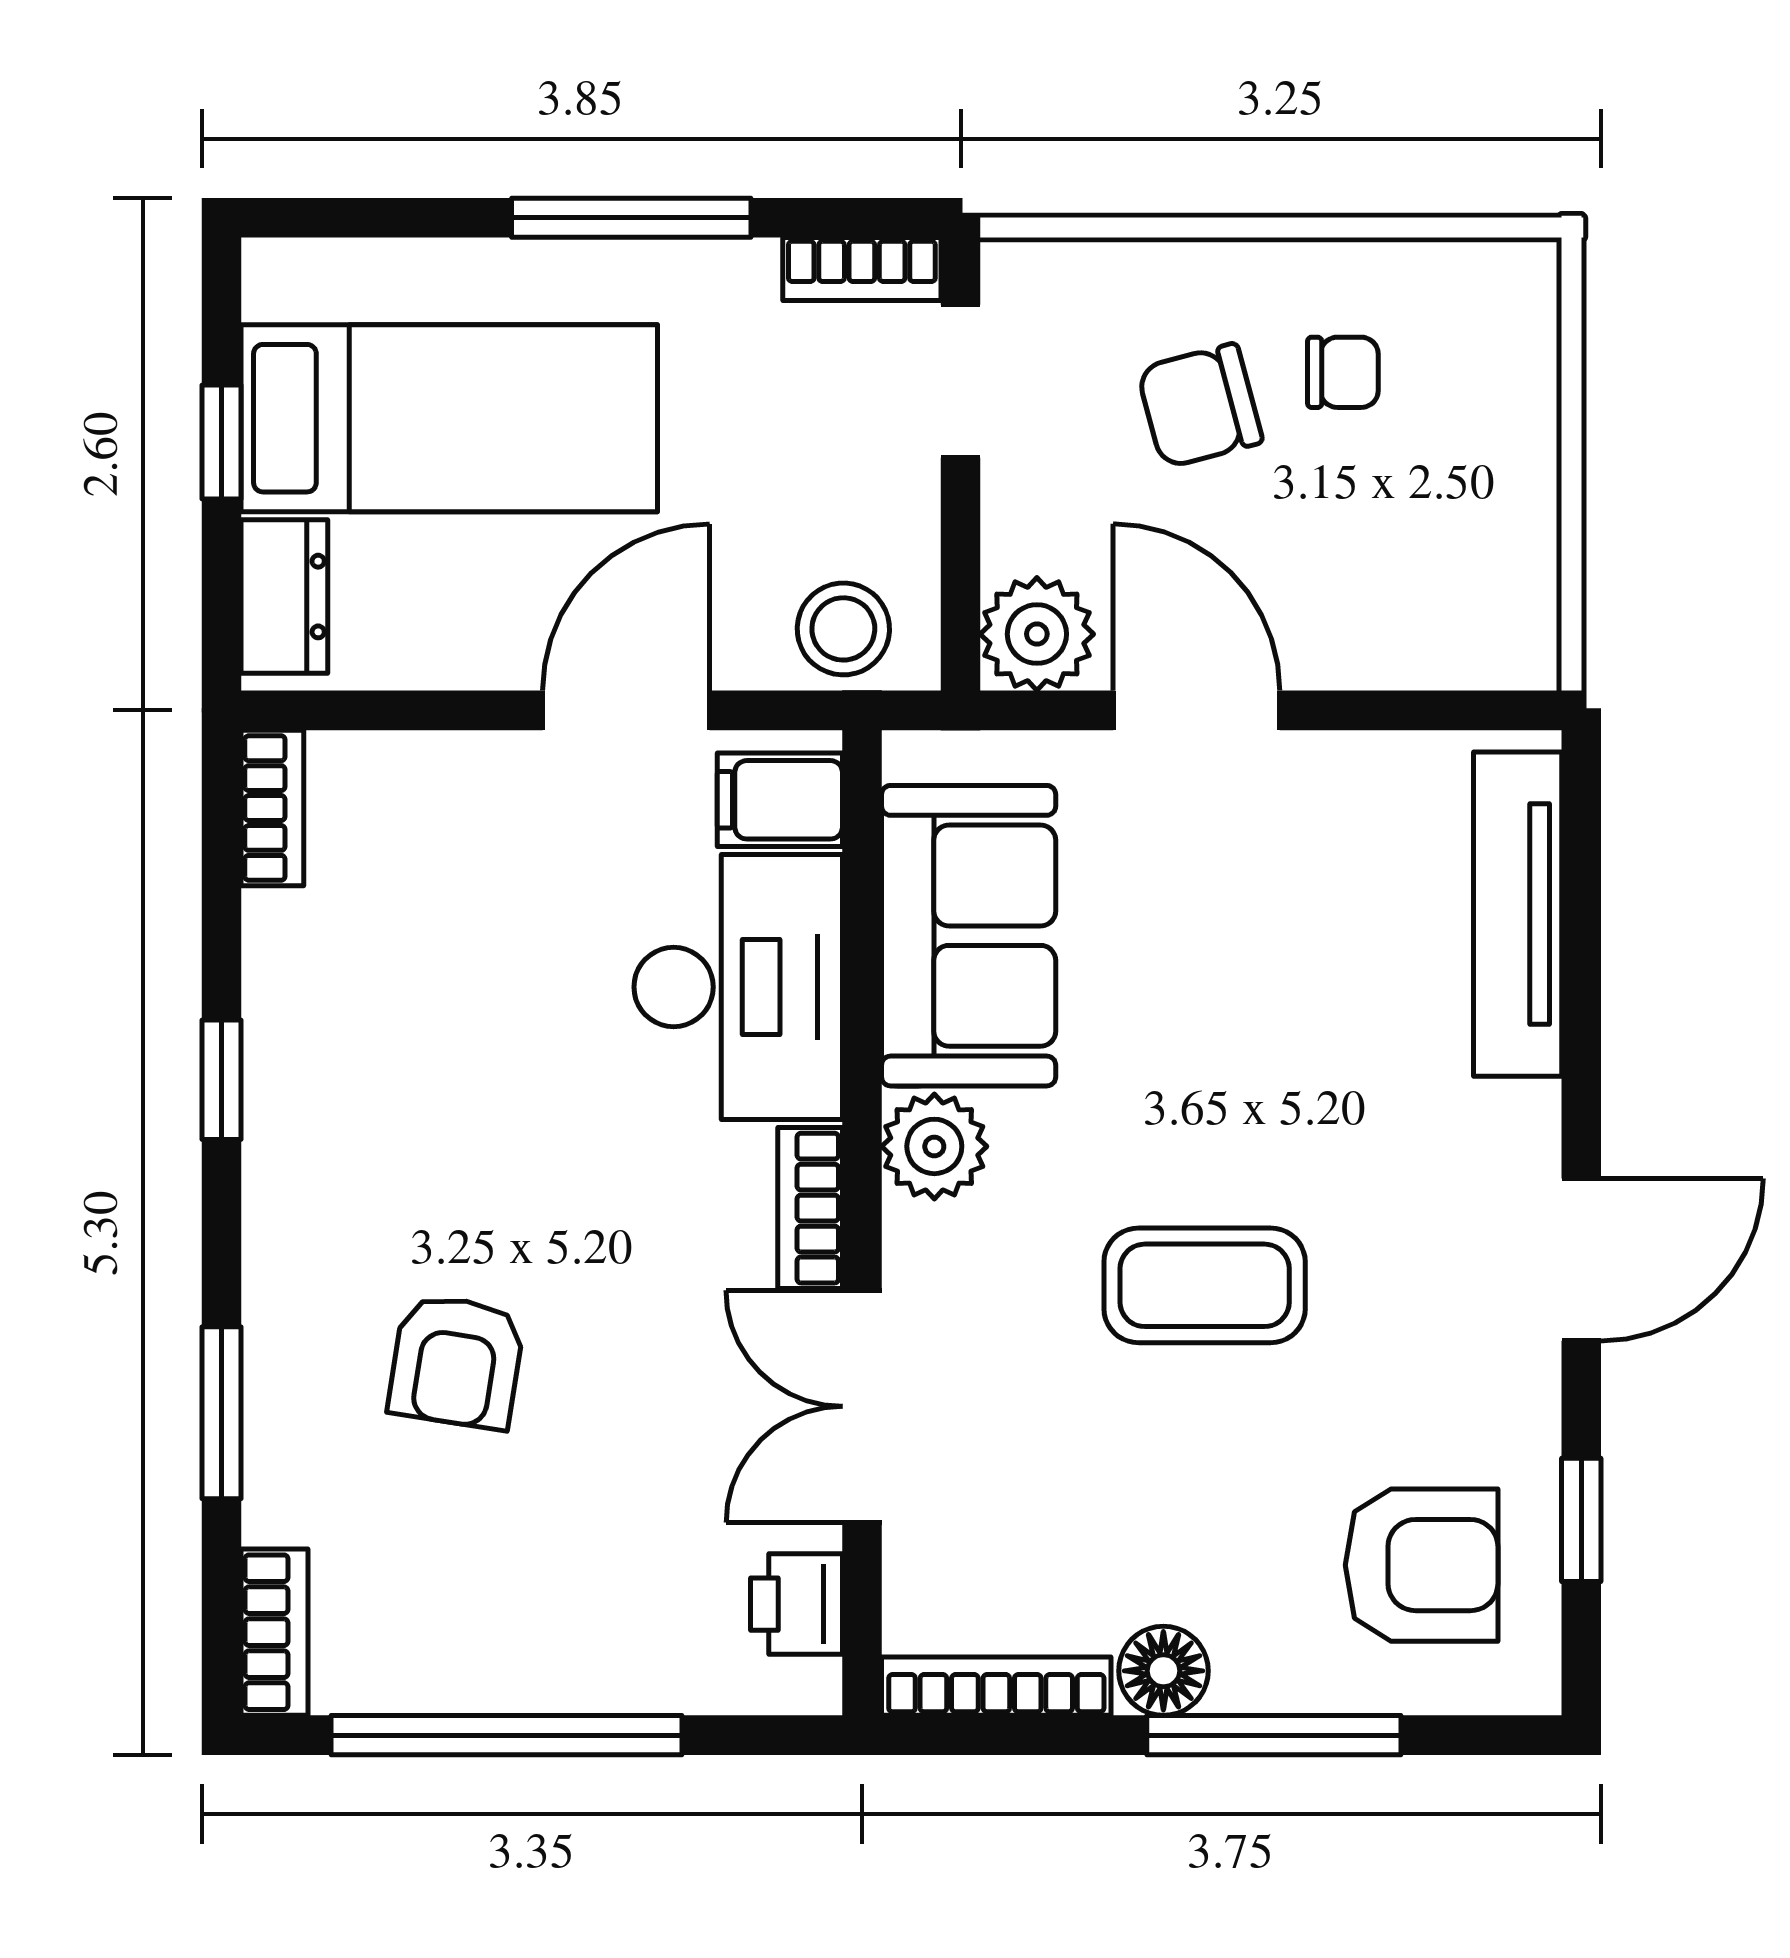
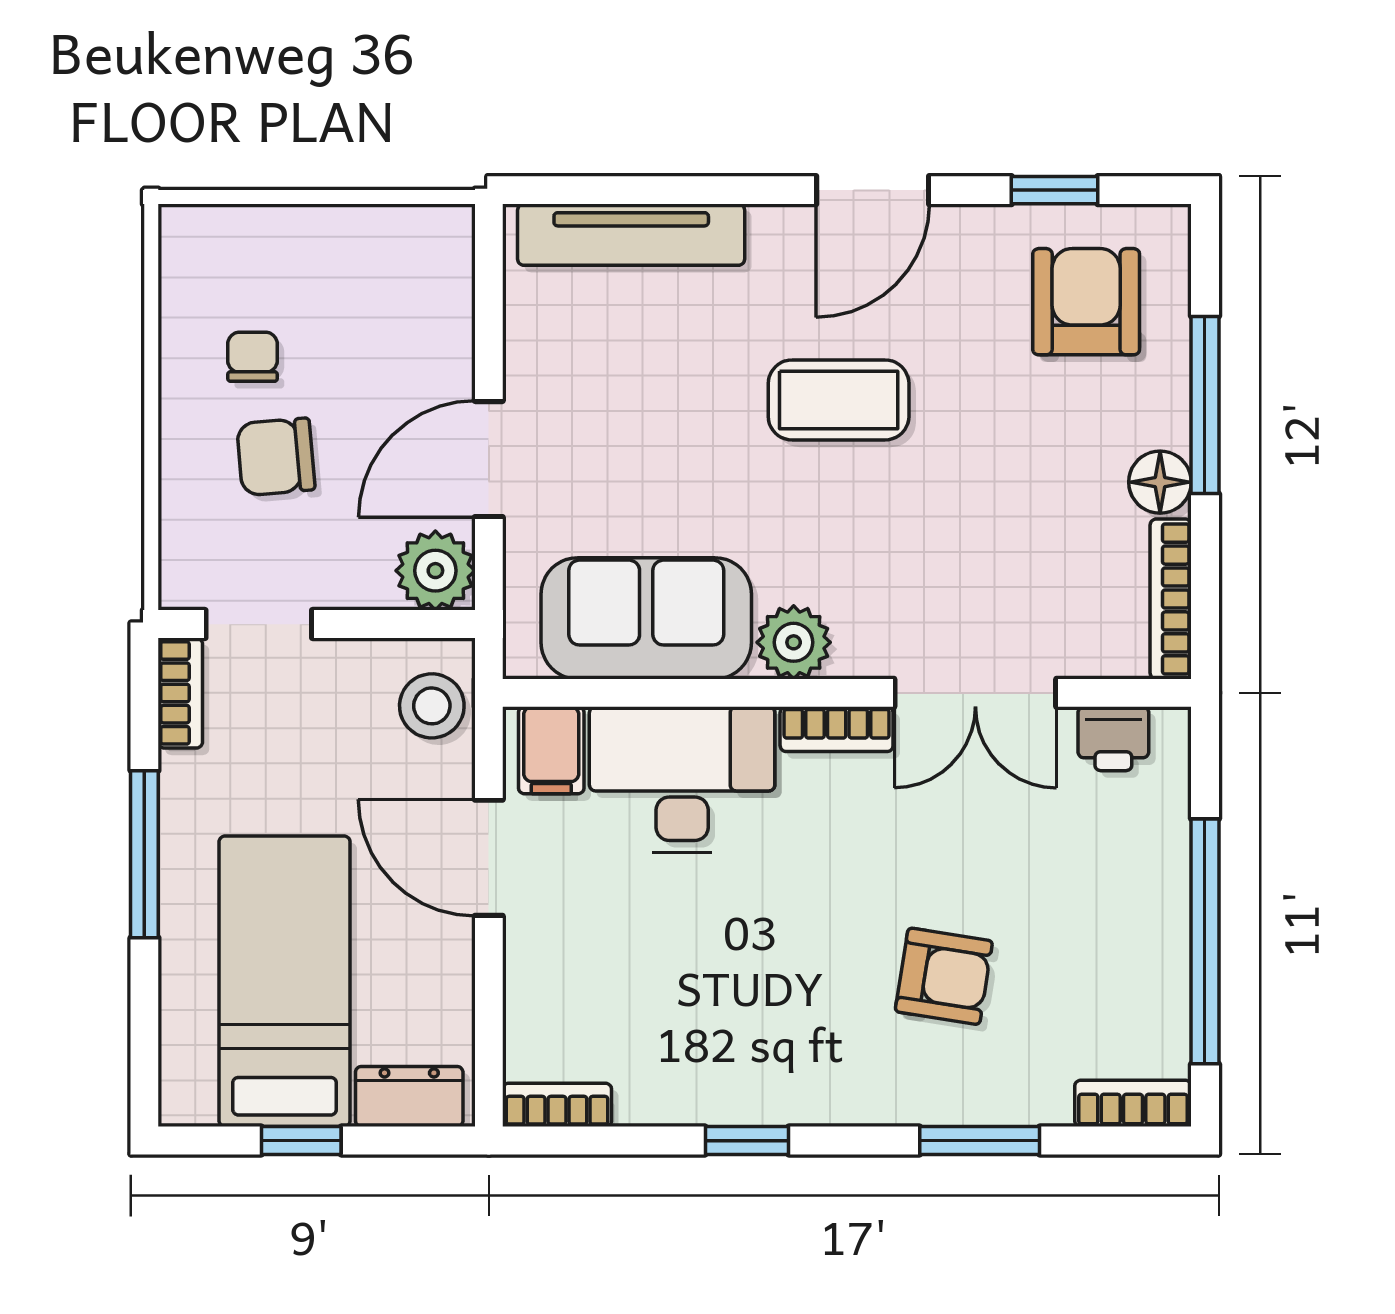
chair: (1200, 406) -> (276, 457), turned 100
door: (1581, 1260) -> (873, 190), swing flipped
coffee table: (1205, 1285) -> (839, 400), moved, turned 90

